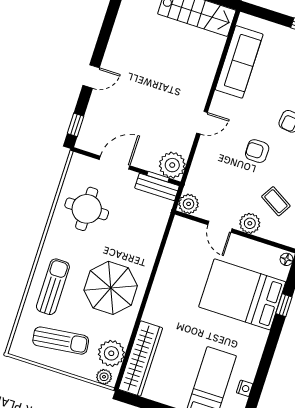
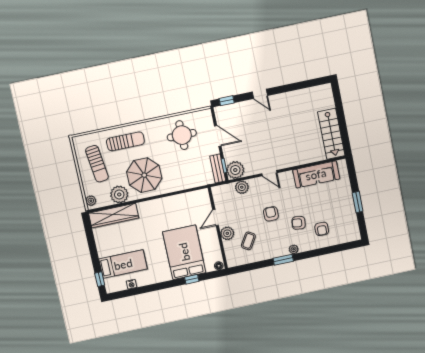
plant: (189, 204) -> (242, 187), moved
plant: (111, 353) -> (119, 194), moved

